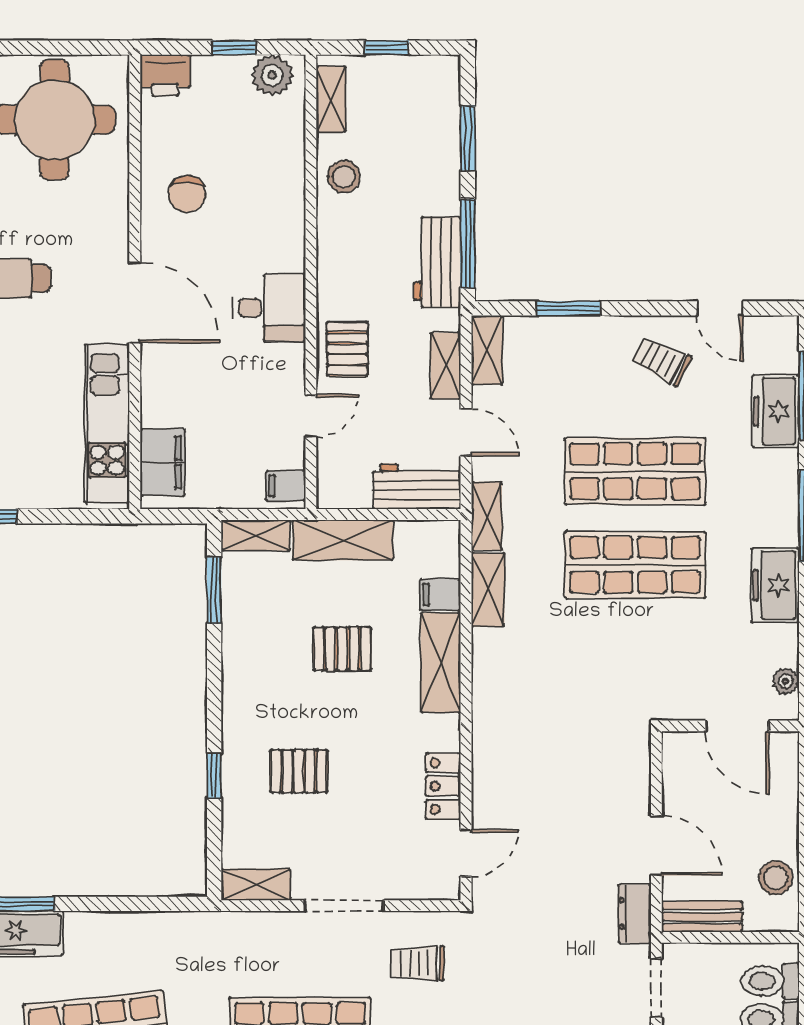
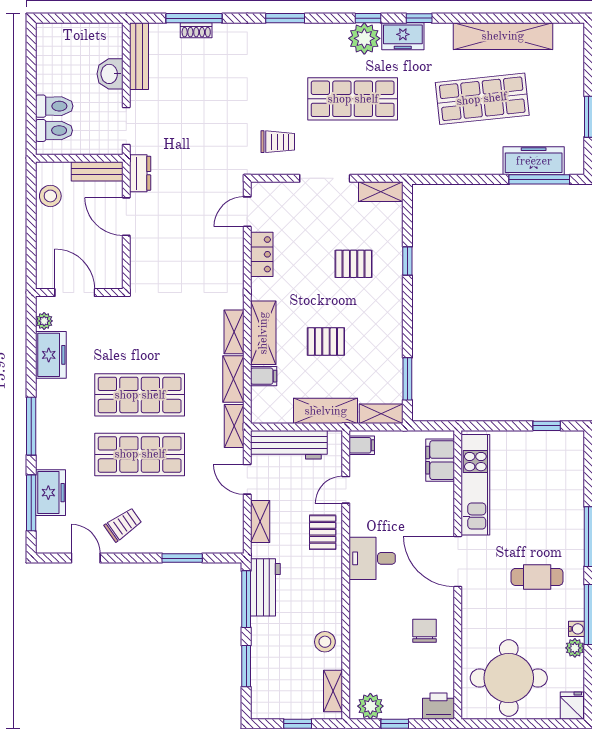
shelving: (487, 350) -> (234, 332), moved
trolley: (661, 361) -> (123, 525), turned -61
workbench: (417, 487) -> (289, 445), width x1.38
freezer: (775, 585) -> (51, 355), moved

